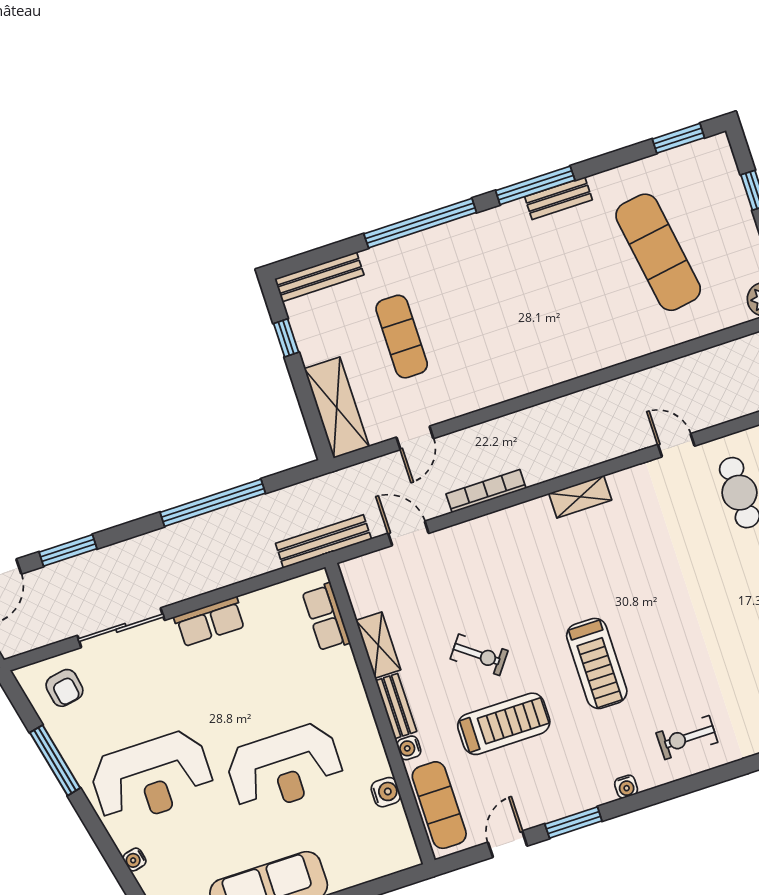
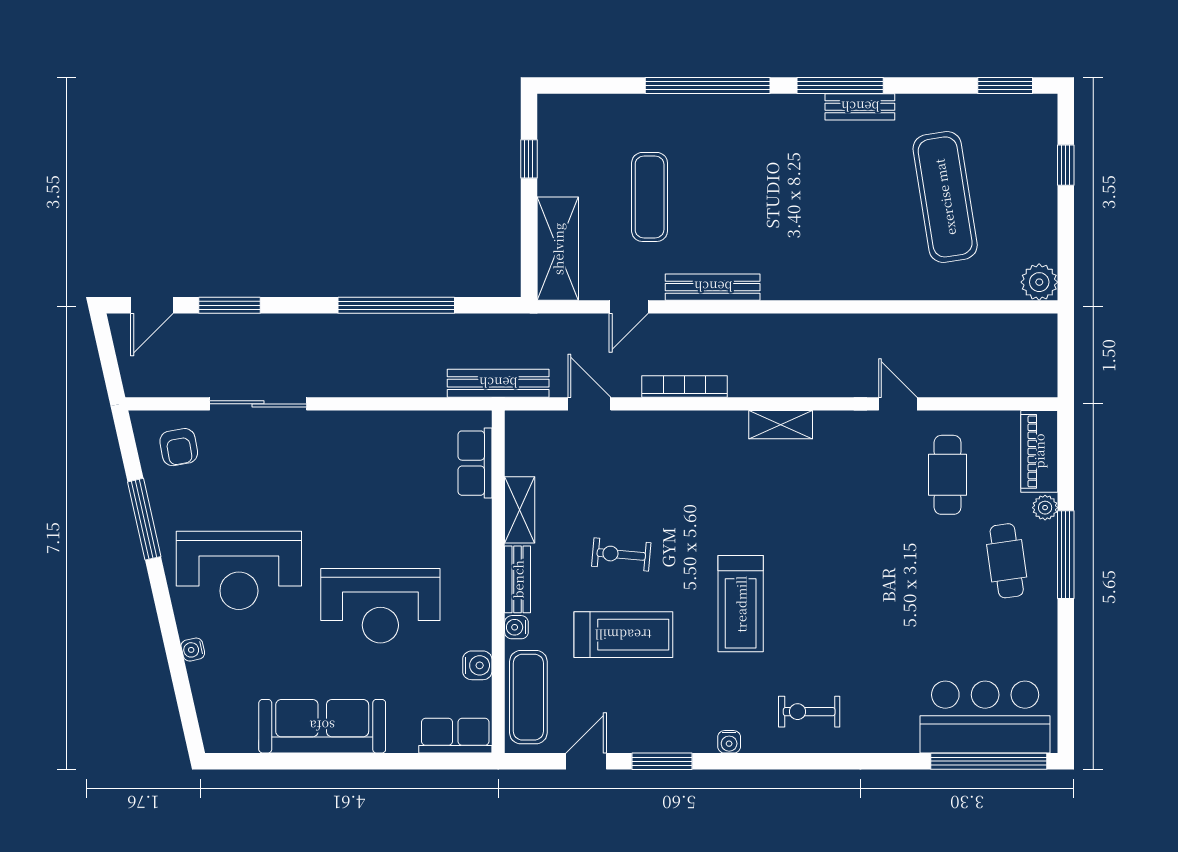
bench: (319, 277) -> (713, 287), moved
row of seats: (210, 622) -> (455, 736), moved, turned 180
exercise bike: (479, 655) -> (621, 554), turned 148

